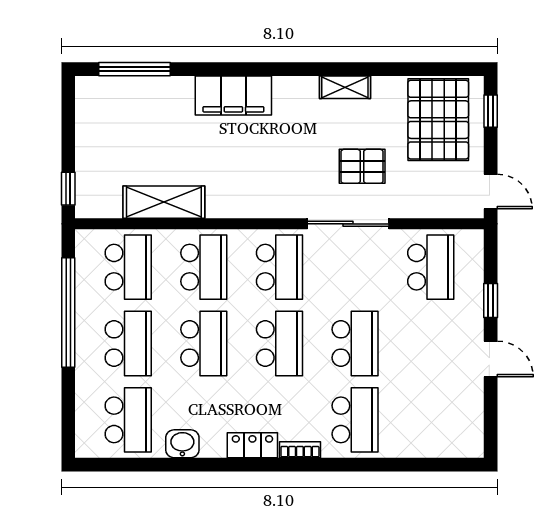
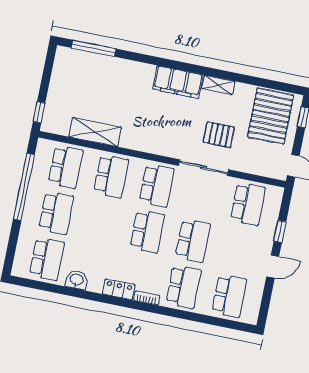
filing cabinet: (233, 96) -> (178, 82), moved
school desk: (204, 343) -> (229, 296), moved
door: (491, 359) -> (273, 267), hinge flipped

